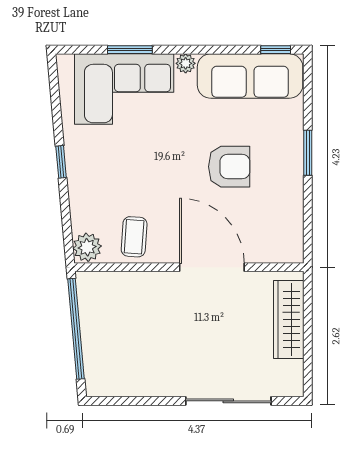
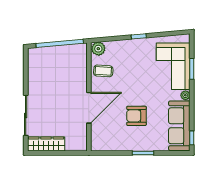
armchair: (229, 167) -> (136, 116), turned 90
wardrobe: (289, 319) -> (46, 144), moved

